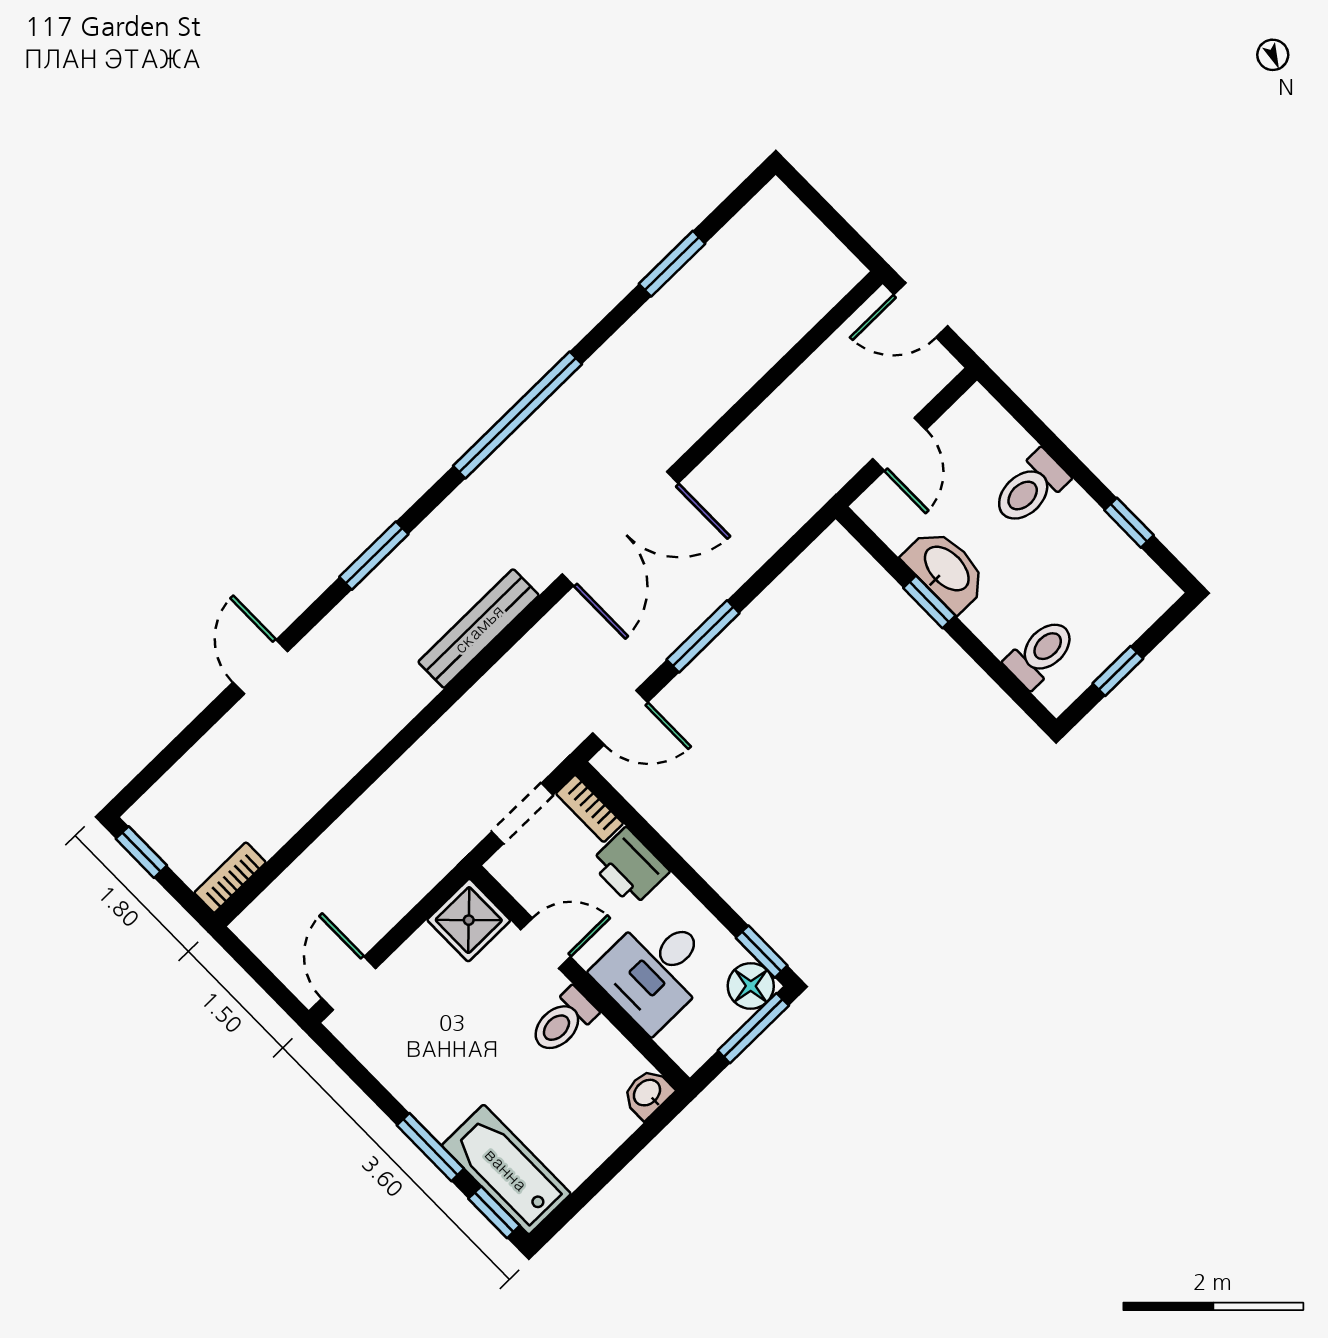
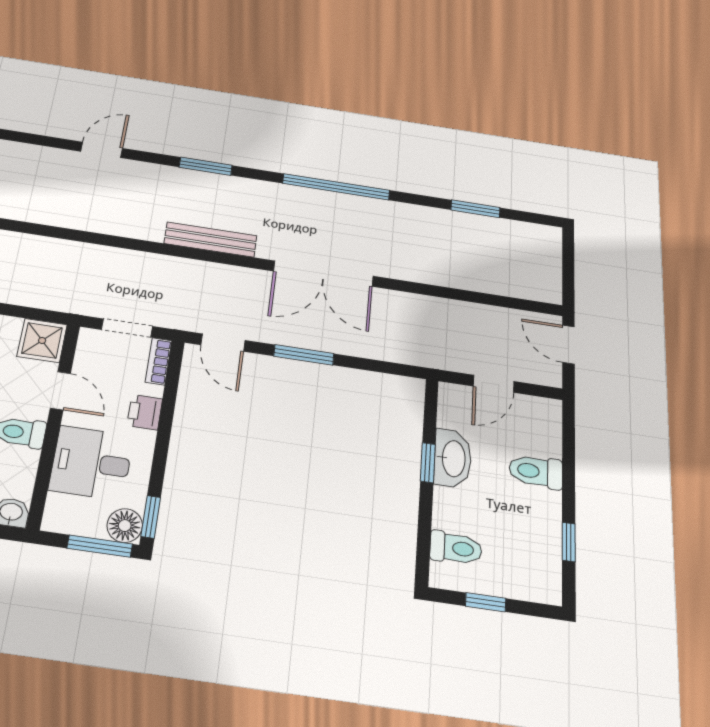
printer: (629, 867) -> (145, 412), width x0.73, depth x0.81

